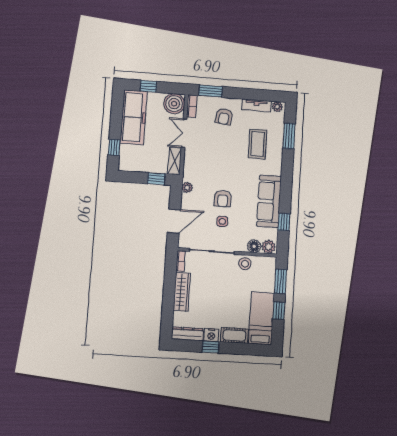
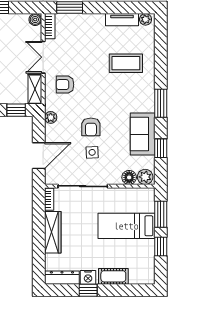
boiler: (174, 104) -> (35, 20), width x0.54, depth x0.54
armchair: (224, 117) -> (65, 85), moved, turned 83
window: (289, 136) -> (161, 103), moved
coffee table: (258, 144) -> (126, 63), turned 90
sofa: (269, 201) -> (143, 134), width x0.73
stool: (245, 264) -> (120, 197), removed
bed: (261, 318) -> (126, 226), moved, turned -90

